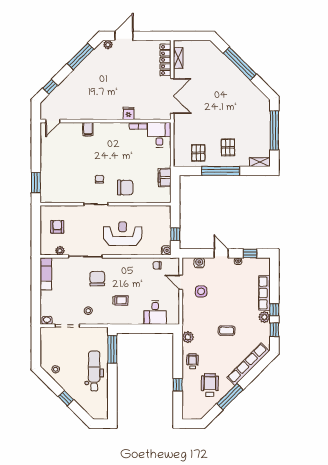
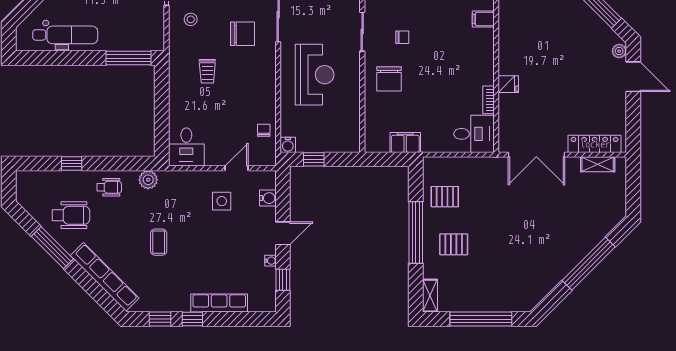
desk: (155, 313) -> (186, 147), moved, turned -90
plant: (264, 317) -> (180, 303), removed
dental chair: (94, 371) -> (65, 35), moved

